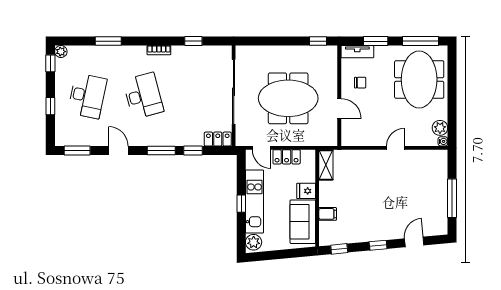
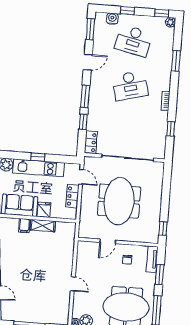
water cooler: (62, 124) -> (112, 19), added
door: (262, 148) -> (81, 177), swing flipped
shelving: (326, 165) -> (43, 226), moved

